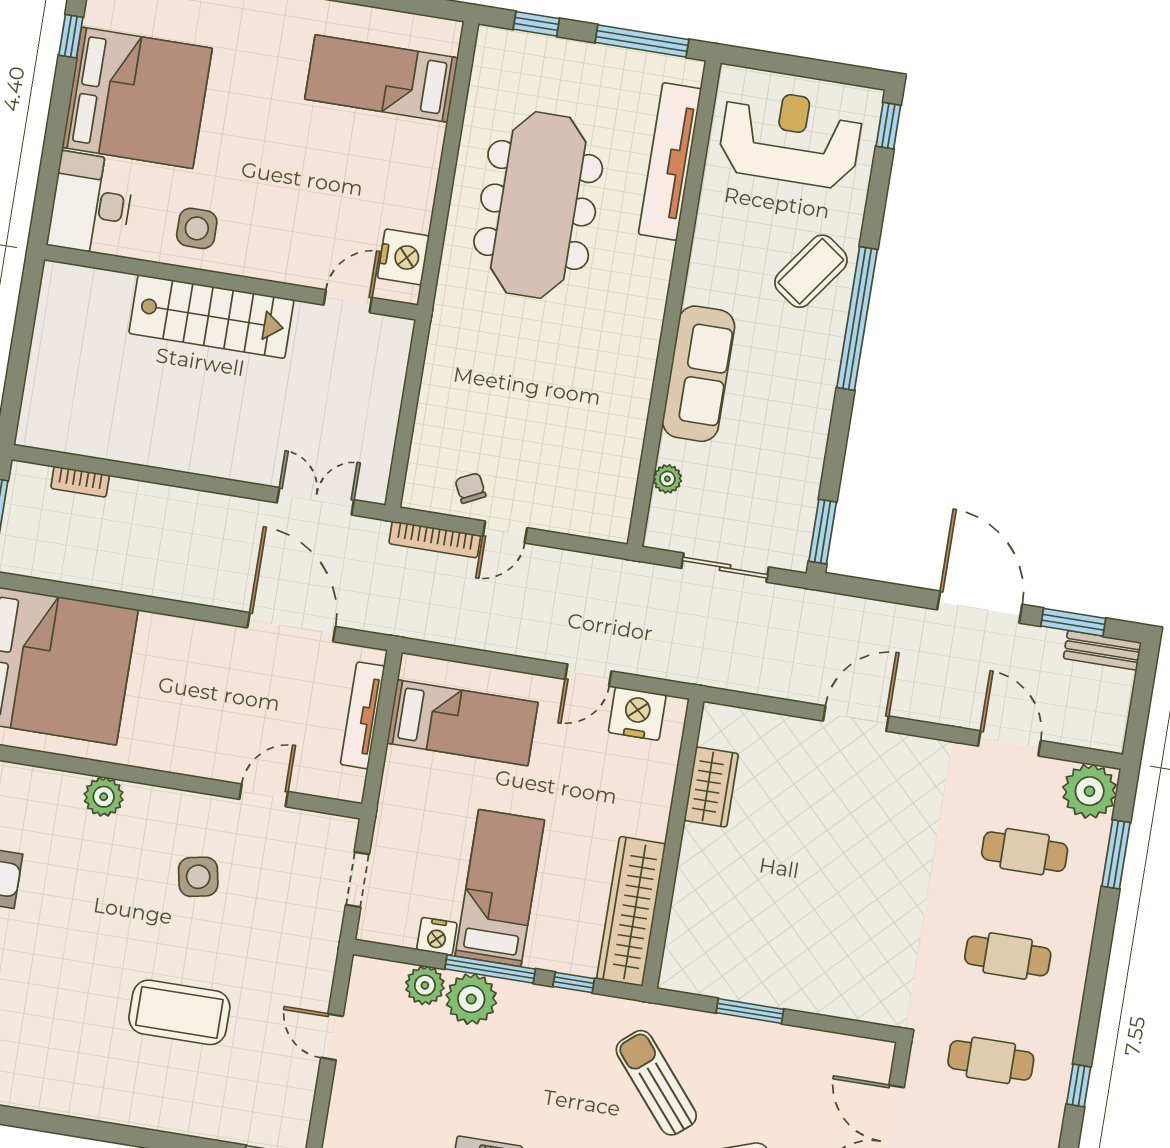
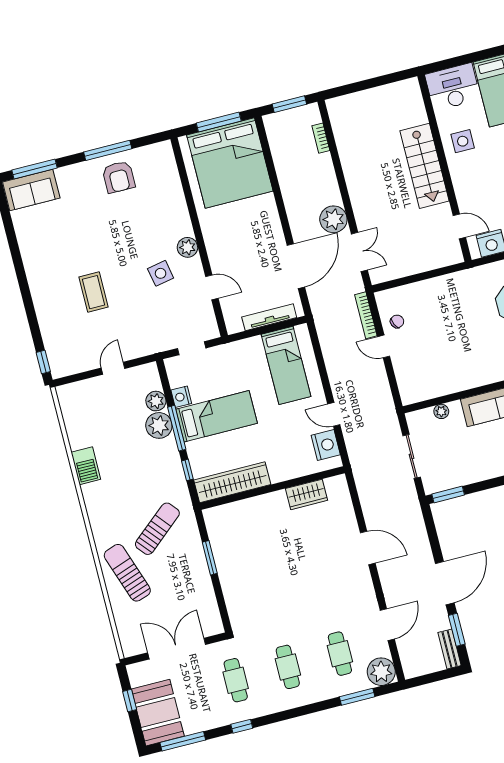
plant: (236, 523) -> (333, 219), added
plant: (104, 797) -> (187, 247), moved
coffee table: (179, 1012) -> (93, 292), width x0.73, depth x0.76

